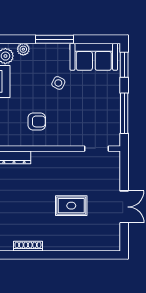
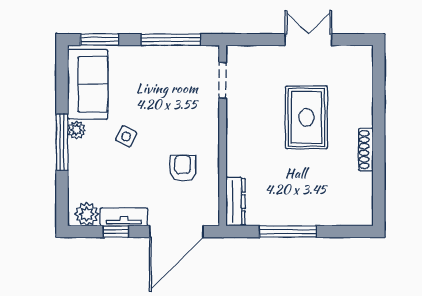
plant: (23, 49) -> (77, 130), moved
rug: (71, 206) -> (306, 117), width x1.36, depth x1.43
shoe rack: (28, 246) -> (366, 150), moved

